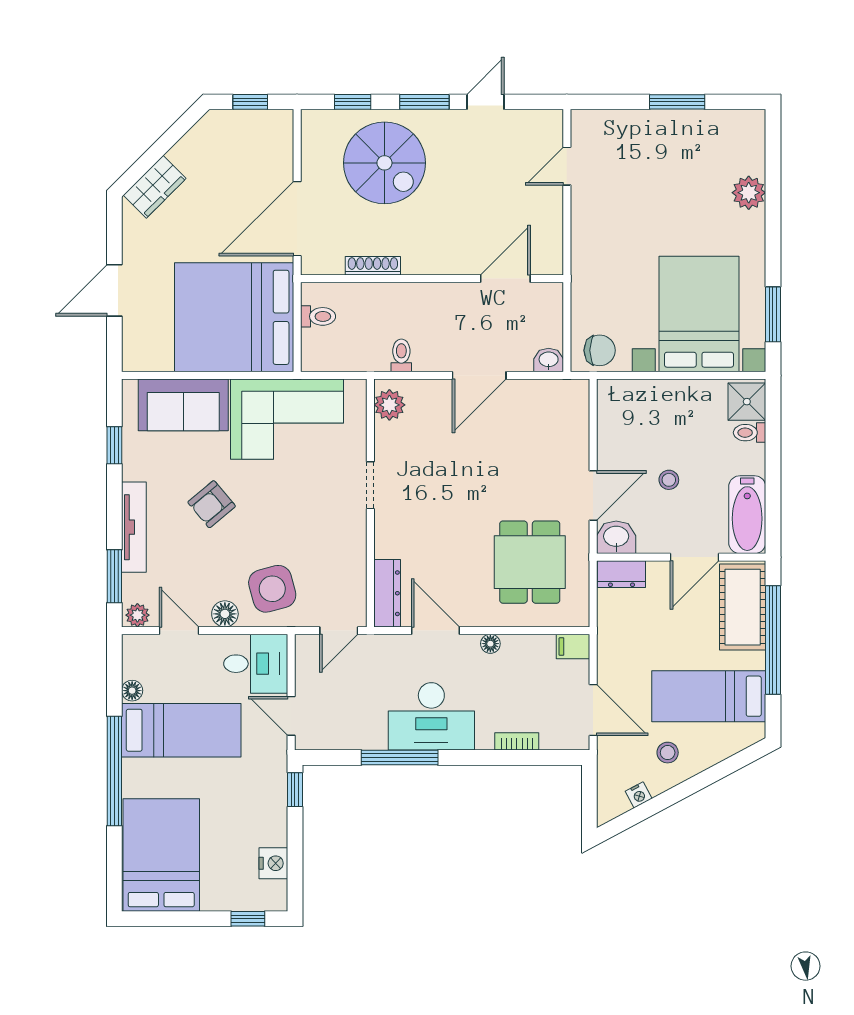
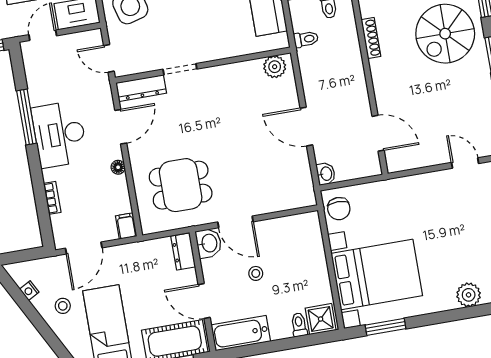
toilet: (401, 355) -> (306, 39), moved
doorway: (370, 485) -> (180, 69), moved

